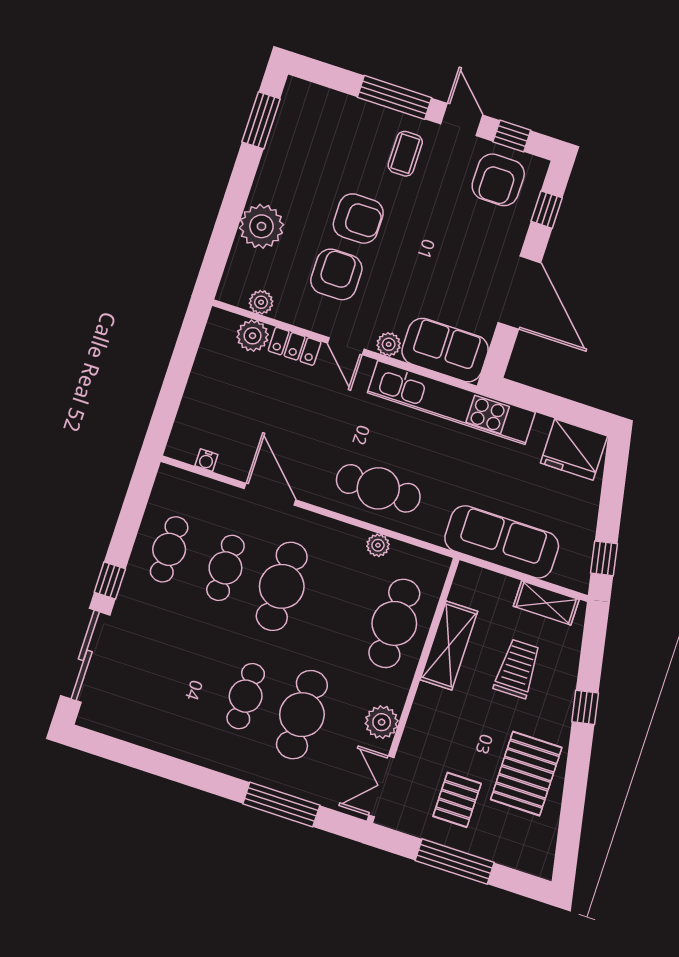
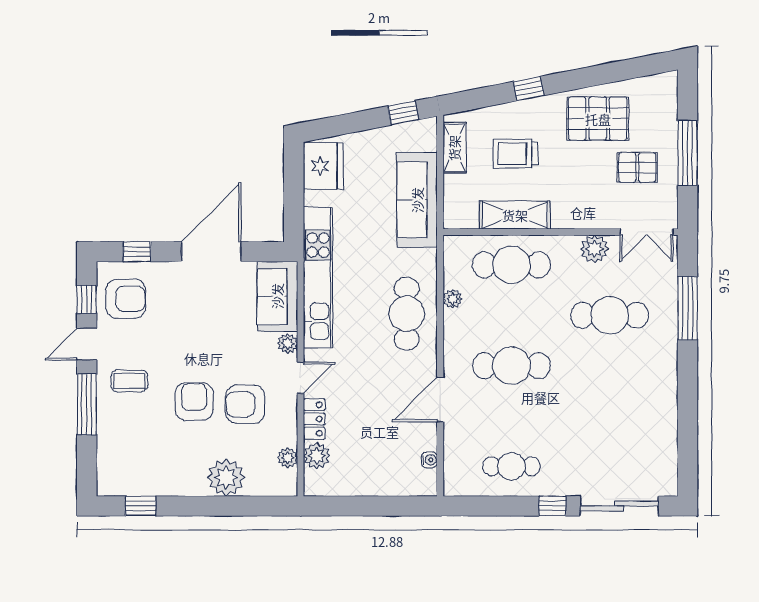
window: (261, 120) -> (141, 506), width x0.67
cafe table: (225, 568) -> (511, 416), removed
cafe table: (246, 696) -> (610, 366), removed

